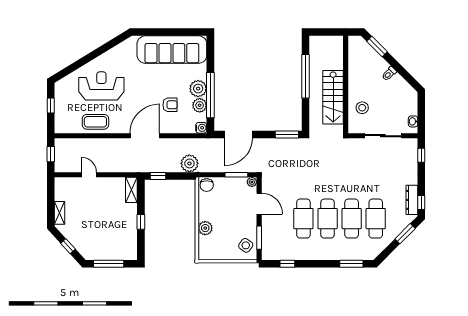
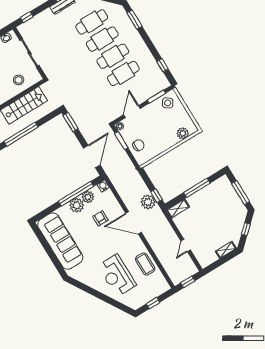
door: (239, 134) -> (92, 156), hinge flipped
plant: (189, 163) -> (148, 202), moved
chair: (207, 185) -> (138, 145), moved
window: (141, 222) -> (197, 188), width x2.17
plant: (205, 228) -> (183, 133), moved

